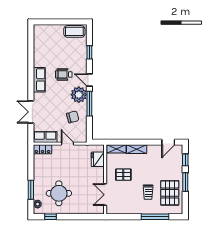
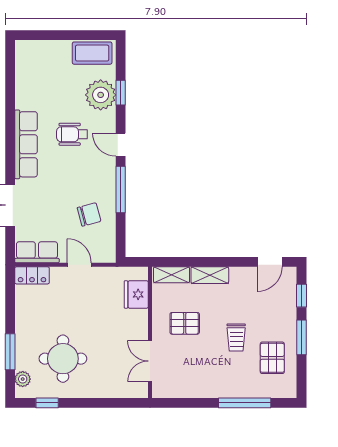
row of seats: (39, 80) -> (26, 144), width x1.48
plant: (79, 95) -> (101, 95), moved
trolley: (148, 192) -> (236, 337), moved
pallet: (170, 193) -> (272, 358), width x0.67, depth x0.71

